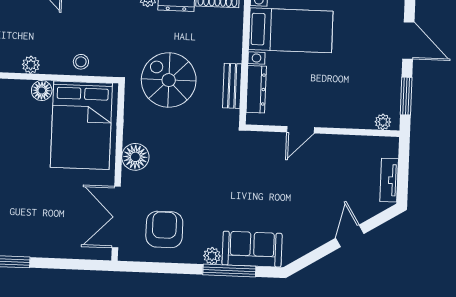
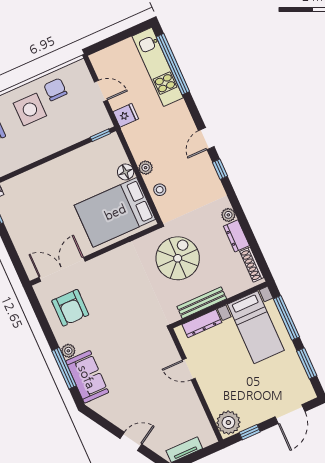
plant: (31, 65) -> (146, 168), moved
bench: (232, 86) -> (202, 303), width x1.36
window: (406, 96) -> (250, 432), width x0.67
plant: (383, 122) -> (228, 423), width x1.87, depth x1.87
floor lamp: (135, 157) -> (111, 262), removed
armchair: (164, 229) -> (70, 308), turned 90

